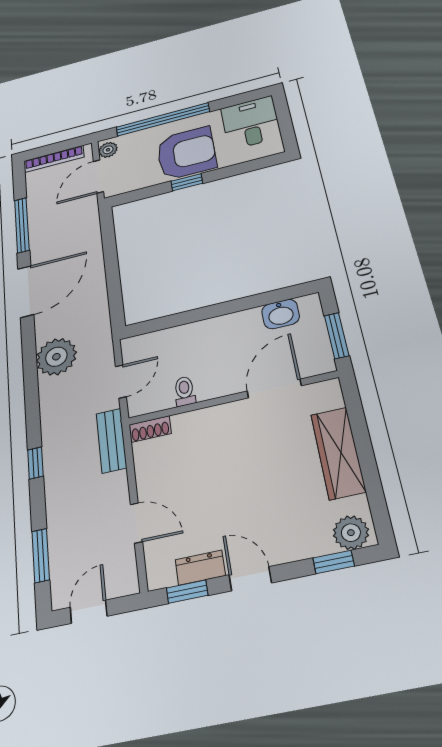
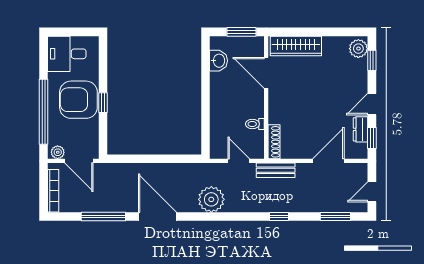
armchair: (186, 153) -> (78, 100), turned -90
shoe rack: (150, 429) -> (274, 142), width x1.43
wardrobe: (338, 453) -> (296, 46), moved
door: (136, 523) -> (328, 161), width x1.38
door: (89, 612) -> (372, 192), hinge flipped

